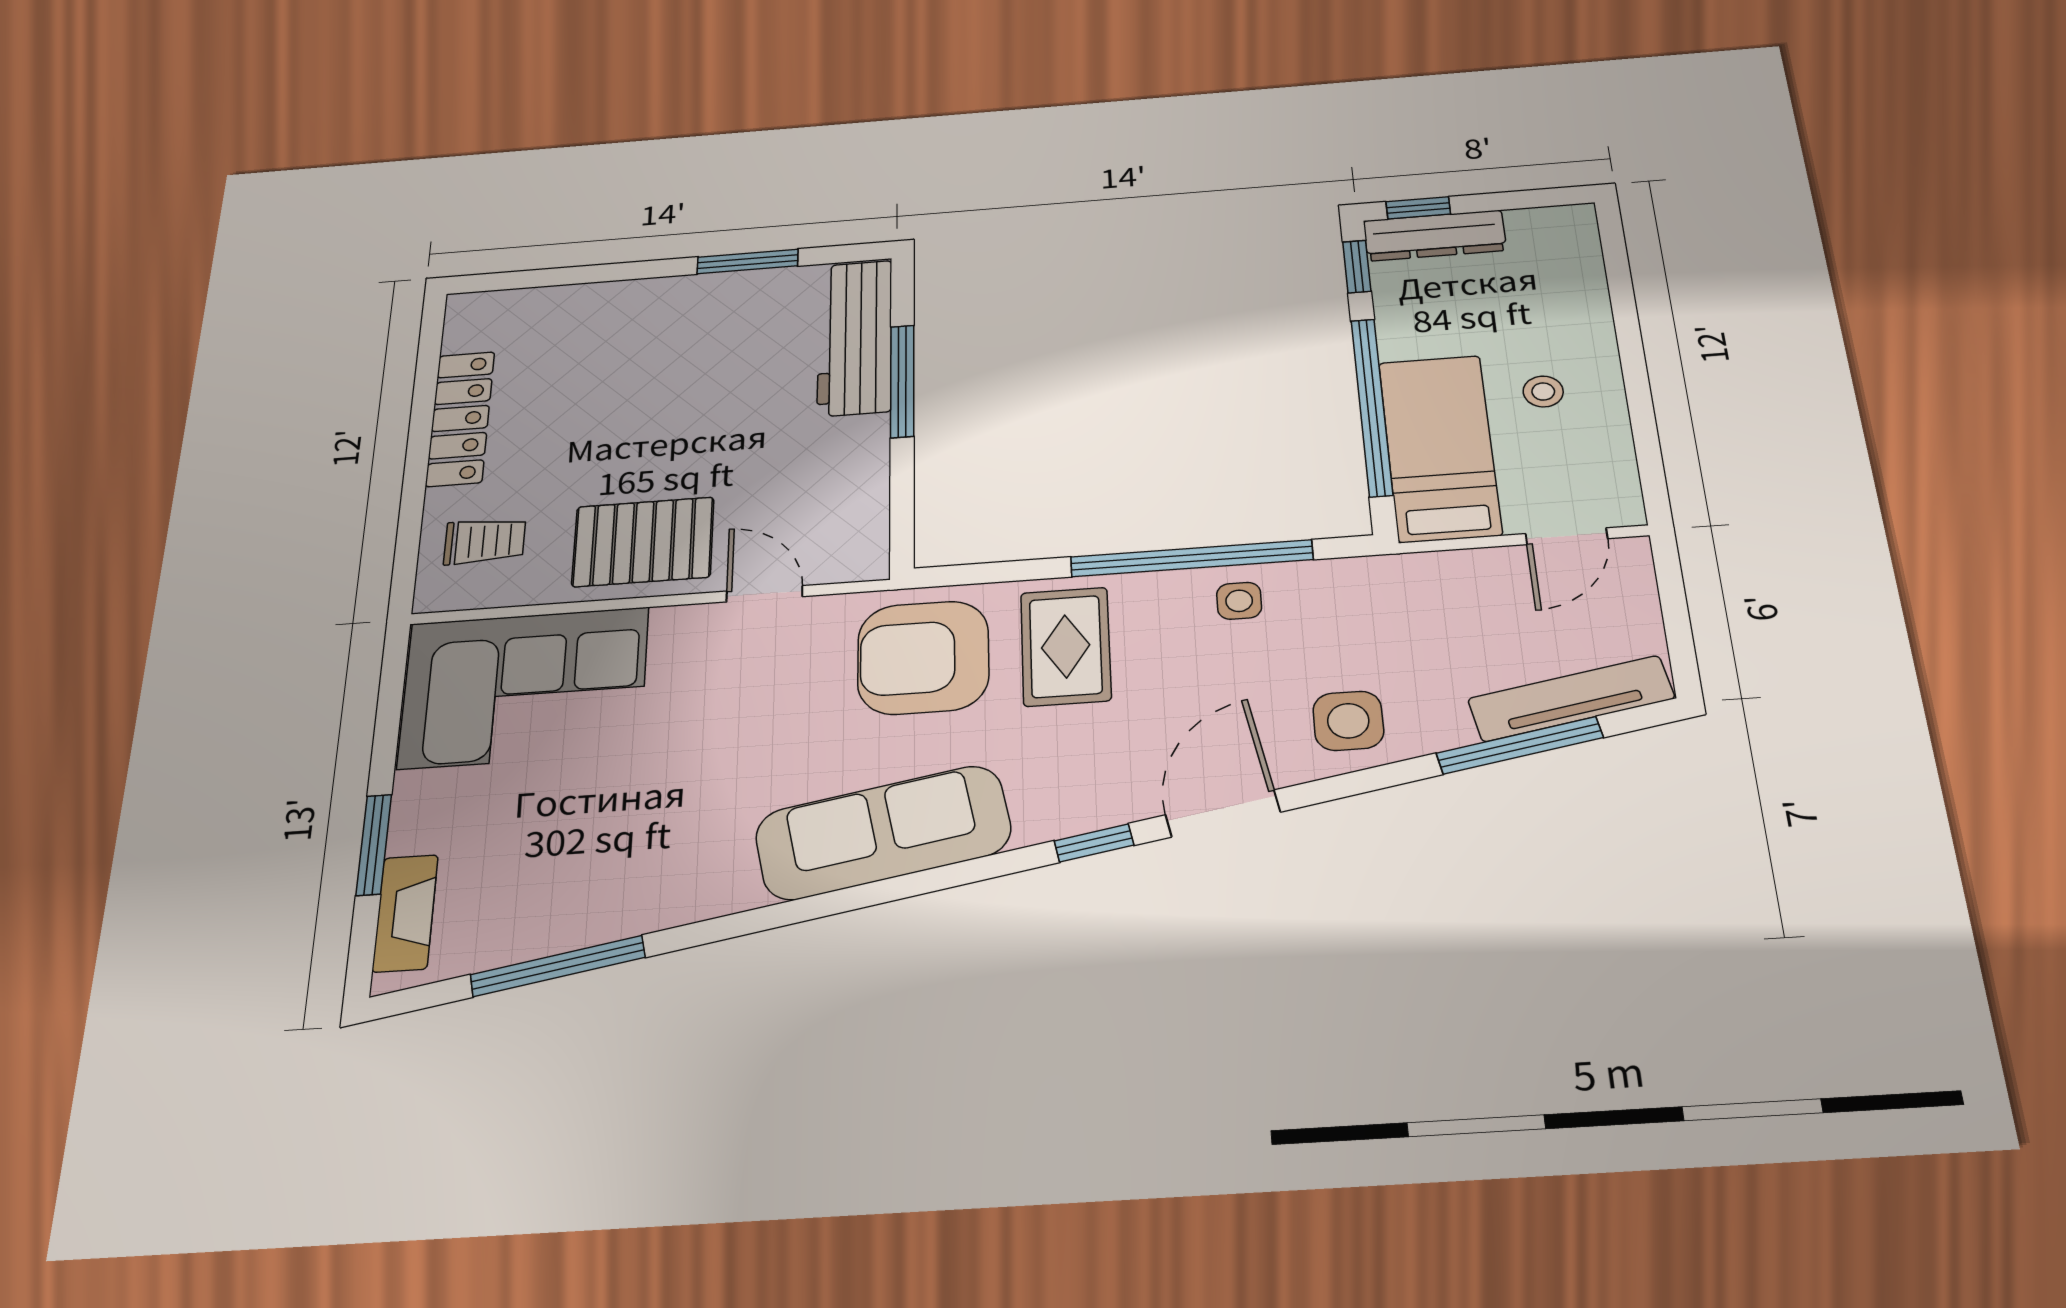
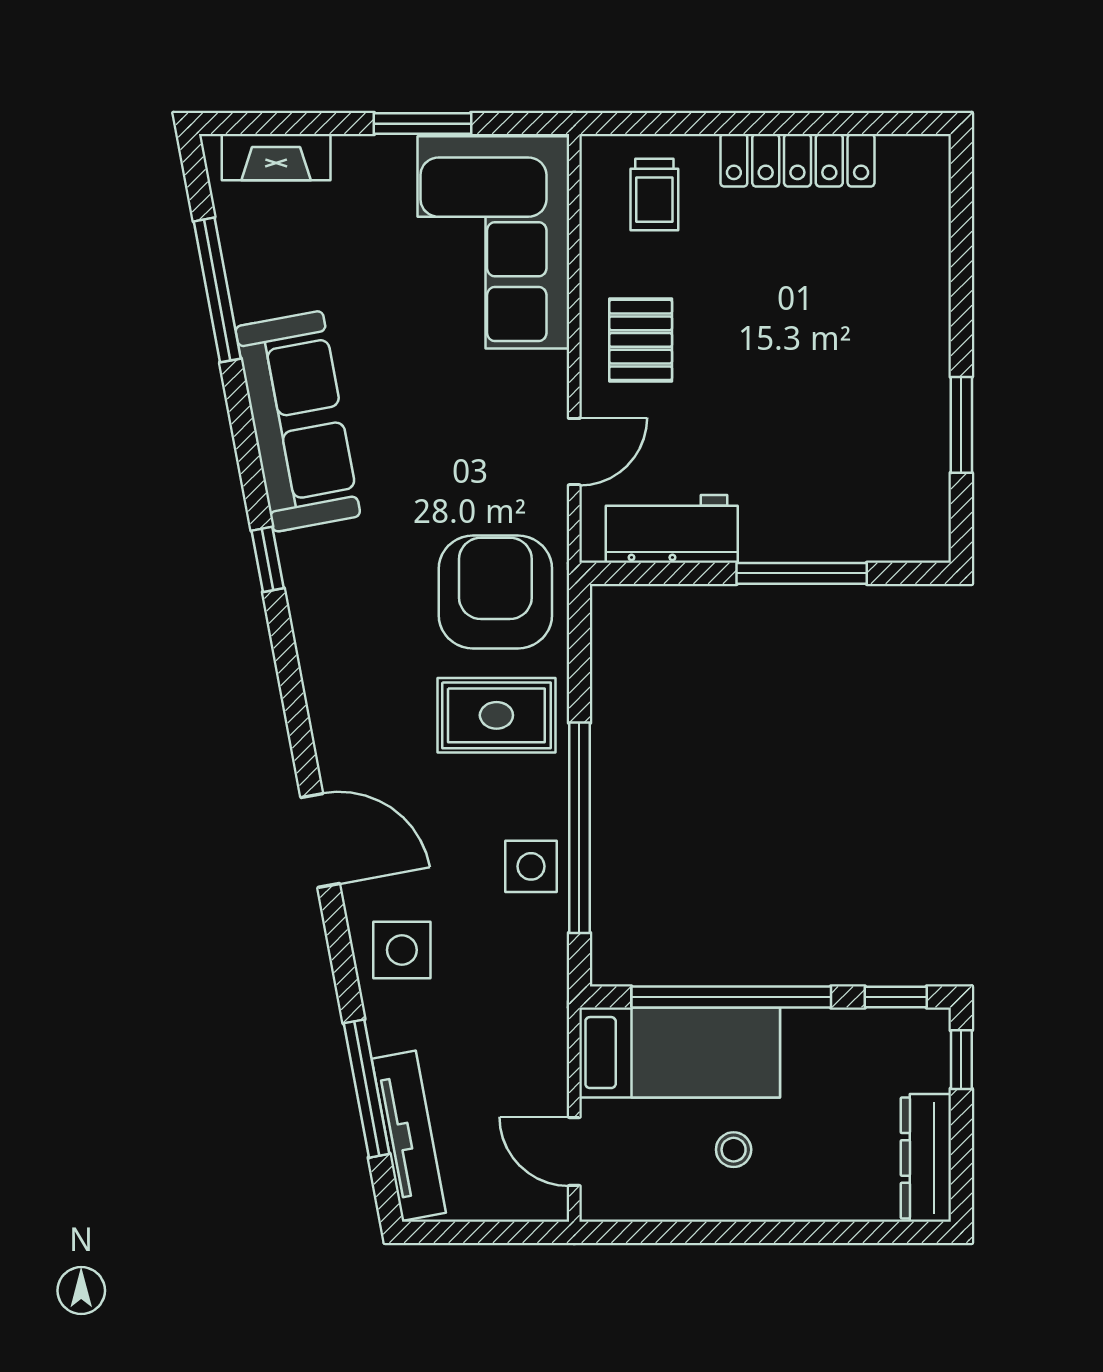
dresser: (1435, 236) -> (926, 1158), moved
workbench: (855, 338) -> (672, 529), moved, width x0.73
pallet: (643, 542) -> (641, 340), width x0.67, depth x0.71
side table: (1239, 601) -> (531, 866), width x1.37, depth x1.37
sofa: (883, 833) -> (298, 421), moved
window: (1094, 843) -> (268, 559), moved
window: (374, 845) -> (423, 124), moved

